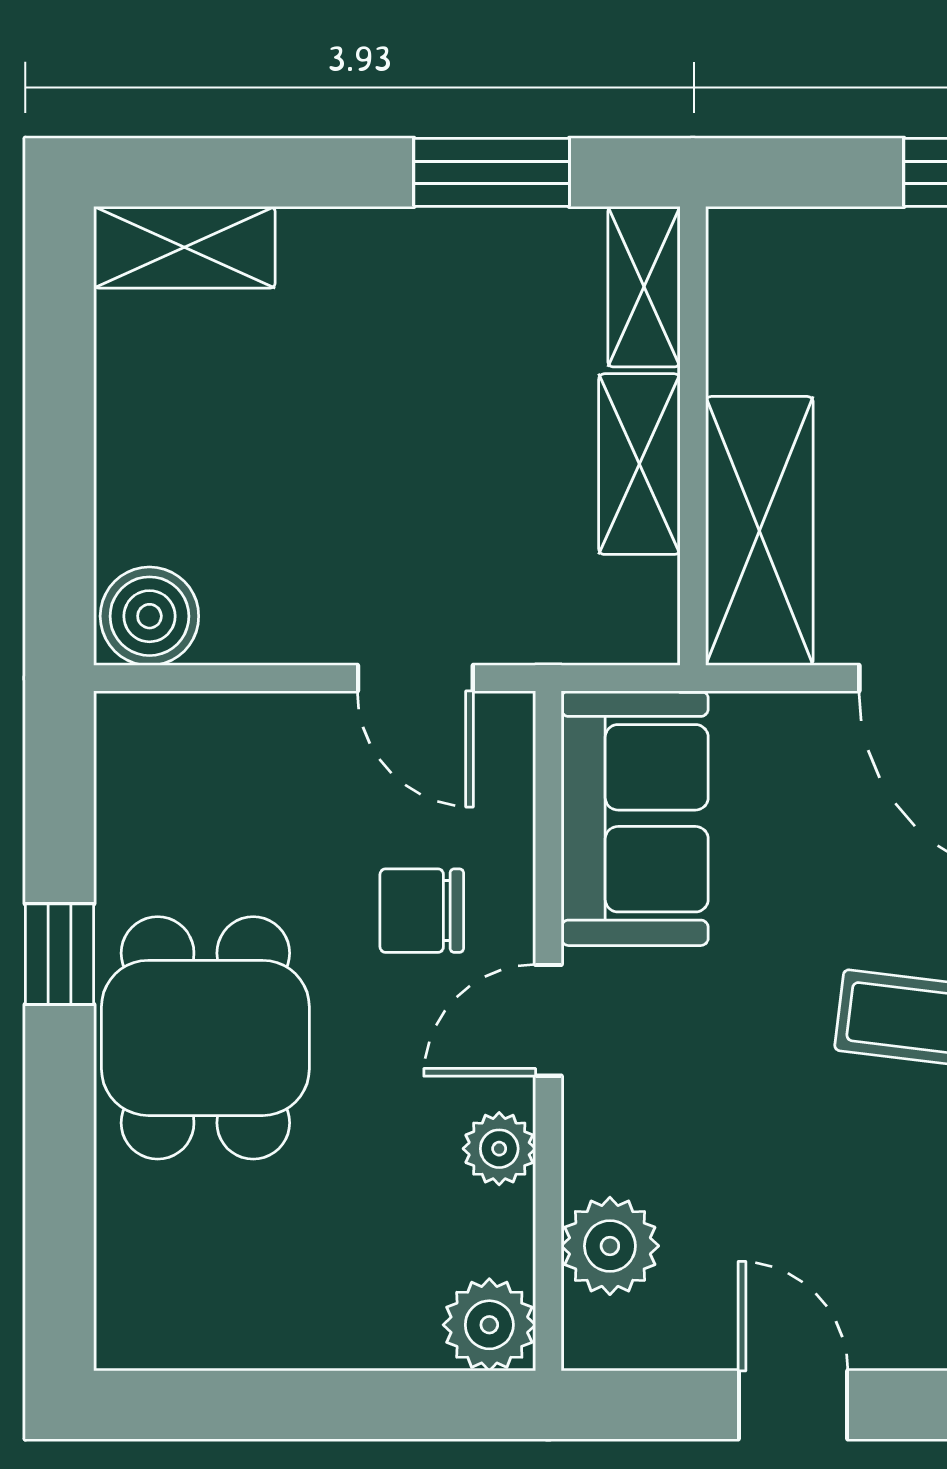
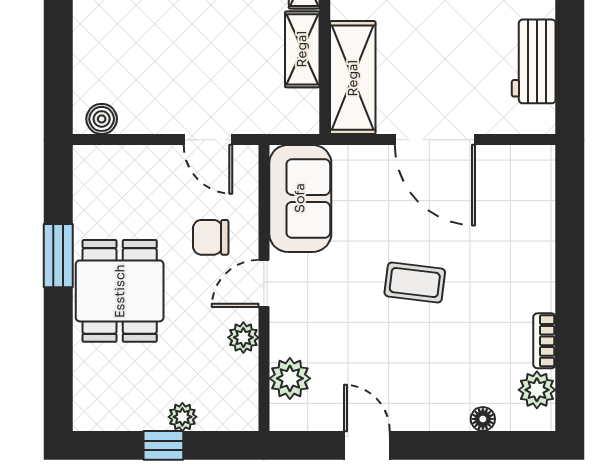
boiler: (149, 616) -> (102, 119), width x0.73, depth x0.73
window: (59, 954) -> (58, 256), width x1.50
plant: (489, 1325) -> (182, 417), moved, width x0.73, depth x0.73
window: (309, 1405) -> (163, 445), added

